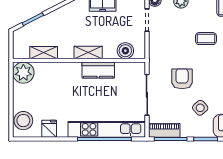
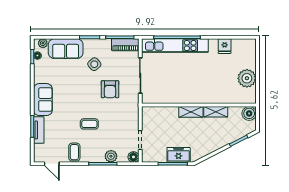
boiler: (125, 51) -> (249, 113), moved
shelving: (44, 53) -> (216, 112), moved
kitchen counter: (98, 70) -> (182, 97), removed
plant: (23, 73) -> (247, 78), moved
stool: (23, 121) -> (247, 53), removed

